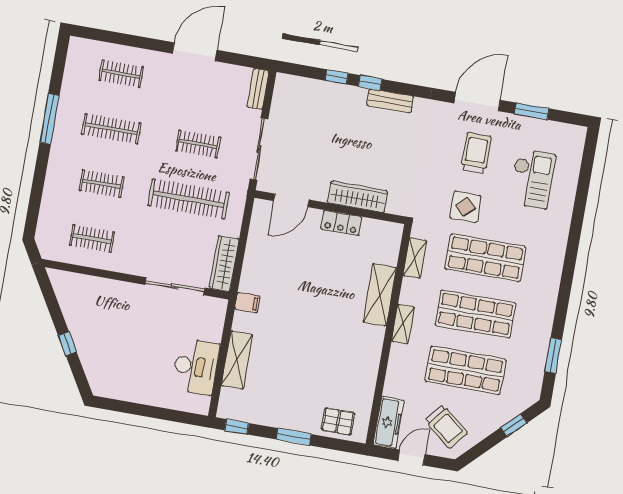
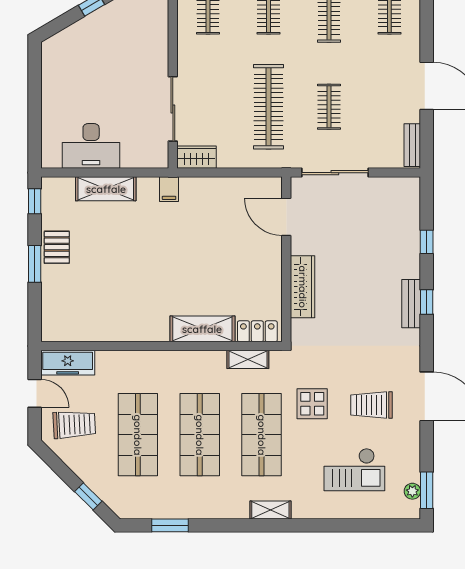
window: (370, 83) -> (427, 302), moved
bench: (258, 89) -> (412, 145), moved, turned 90
window: (532, 111) -> (427, 490), moved
plant: (561, 130) -> (412, 491), added
trolley: (476, 153) -> (372, 405), turned 180
locker: (341, 223) -> (257, 331), moved, turned 90
wardrobe: (224, 264) -> (196, 157), width x0.67
shelving: (403, 324) -> (270, 510), moved
pallet: (338, 421) -> (57, 247), moved
trolley: (446, 426) -> (74, 425), turned -132

